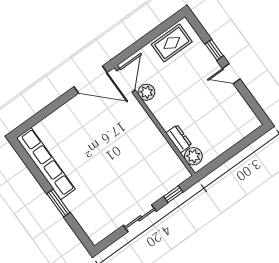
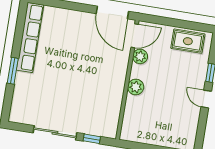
dresser: (179, 139) -> (131, 107), removed
plant: (193, 156) -> (136, 87), moved
sliding door: (140, 218) -> (55, 133), width x1.37

